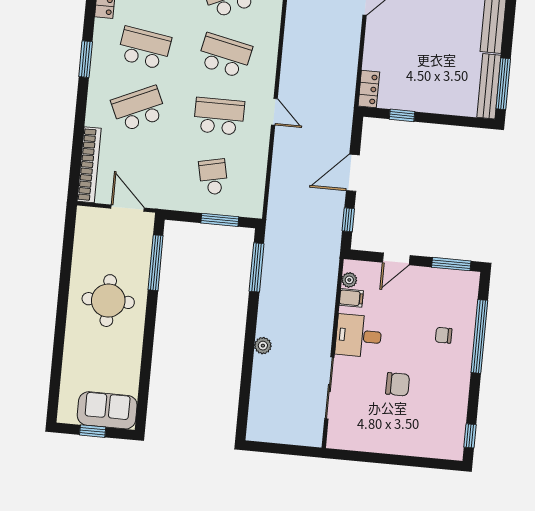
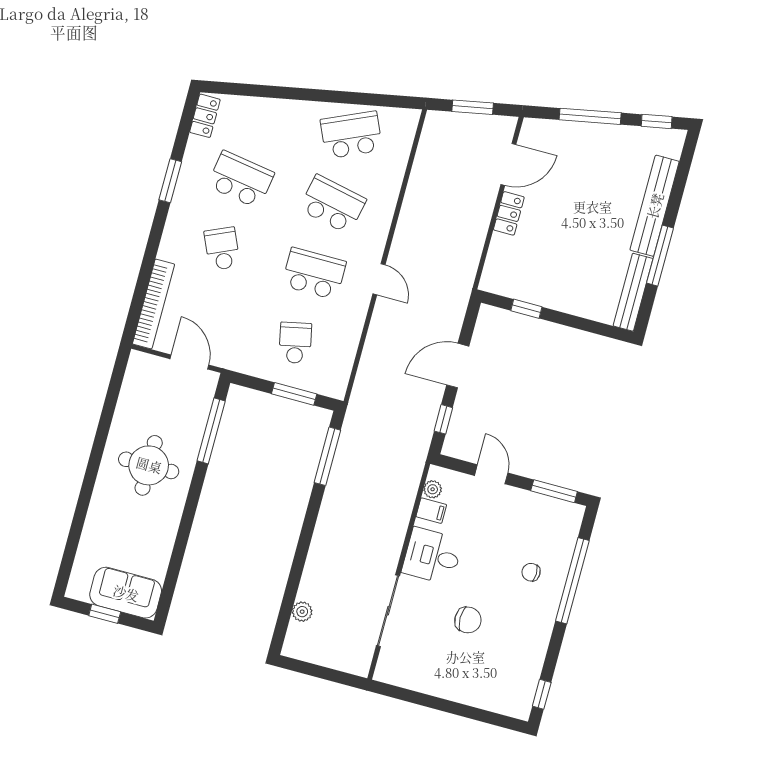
window: (503, 84) -> (660, 256), moved
locker: (369, 89) -> (509, 213), moved
school desk: (139, 109) -> (222, 249), width x0.54
door: (396, 259) -> (491, 474), swing flipped
plant: (263, 346) -> (302, 612), moved

